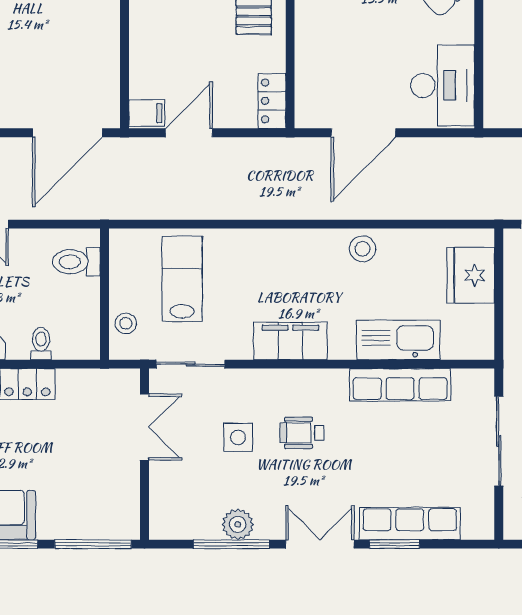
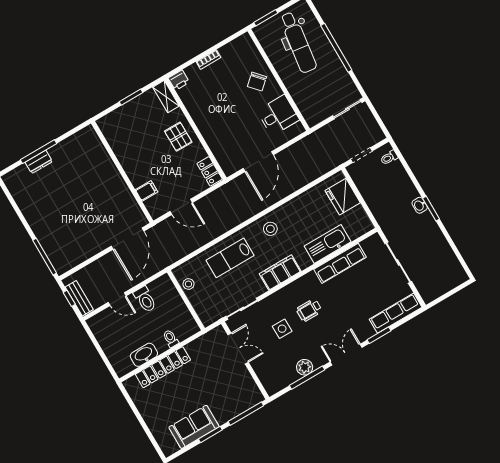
desk: (443, 85) -> (278, 115), width x0.73
filing cabinet: (147, 113) -> (147, 191), moved
door: (189, 133) -> (181, 207), swing flipped
stool: (363, 249) -> (270, 229), moved
toilet: (76, 262) -> (145, 299), moved, turned -90
lab bench: (182, 279) -> (230, 258), moved, turned -90
stool: (126, 323) -> (188, 284), moved
row of seats: (410, 524) -> (396, 313), moved

